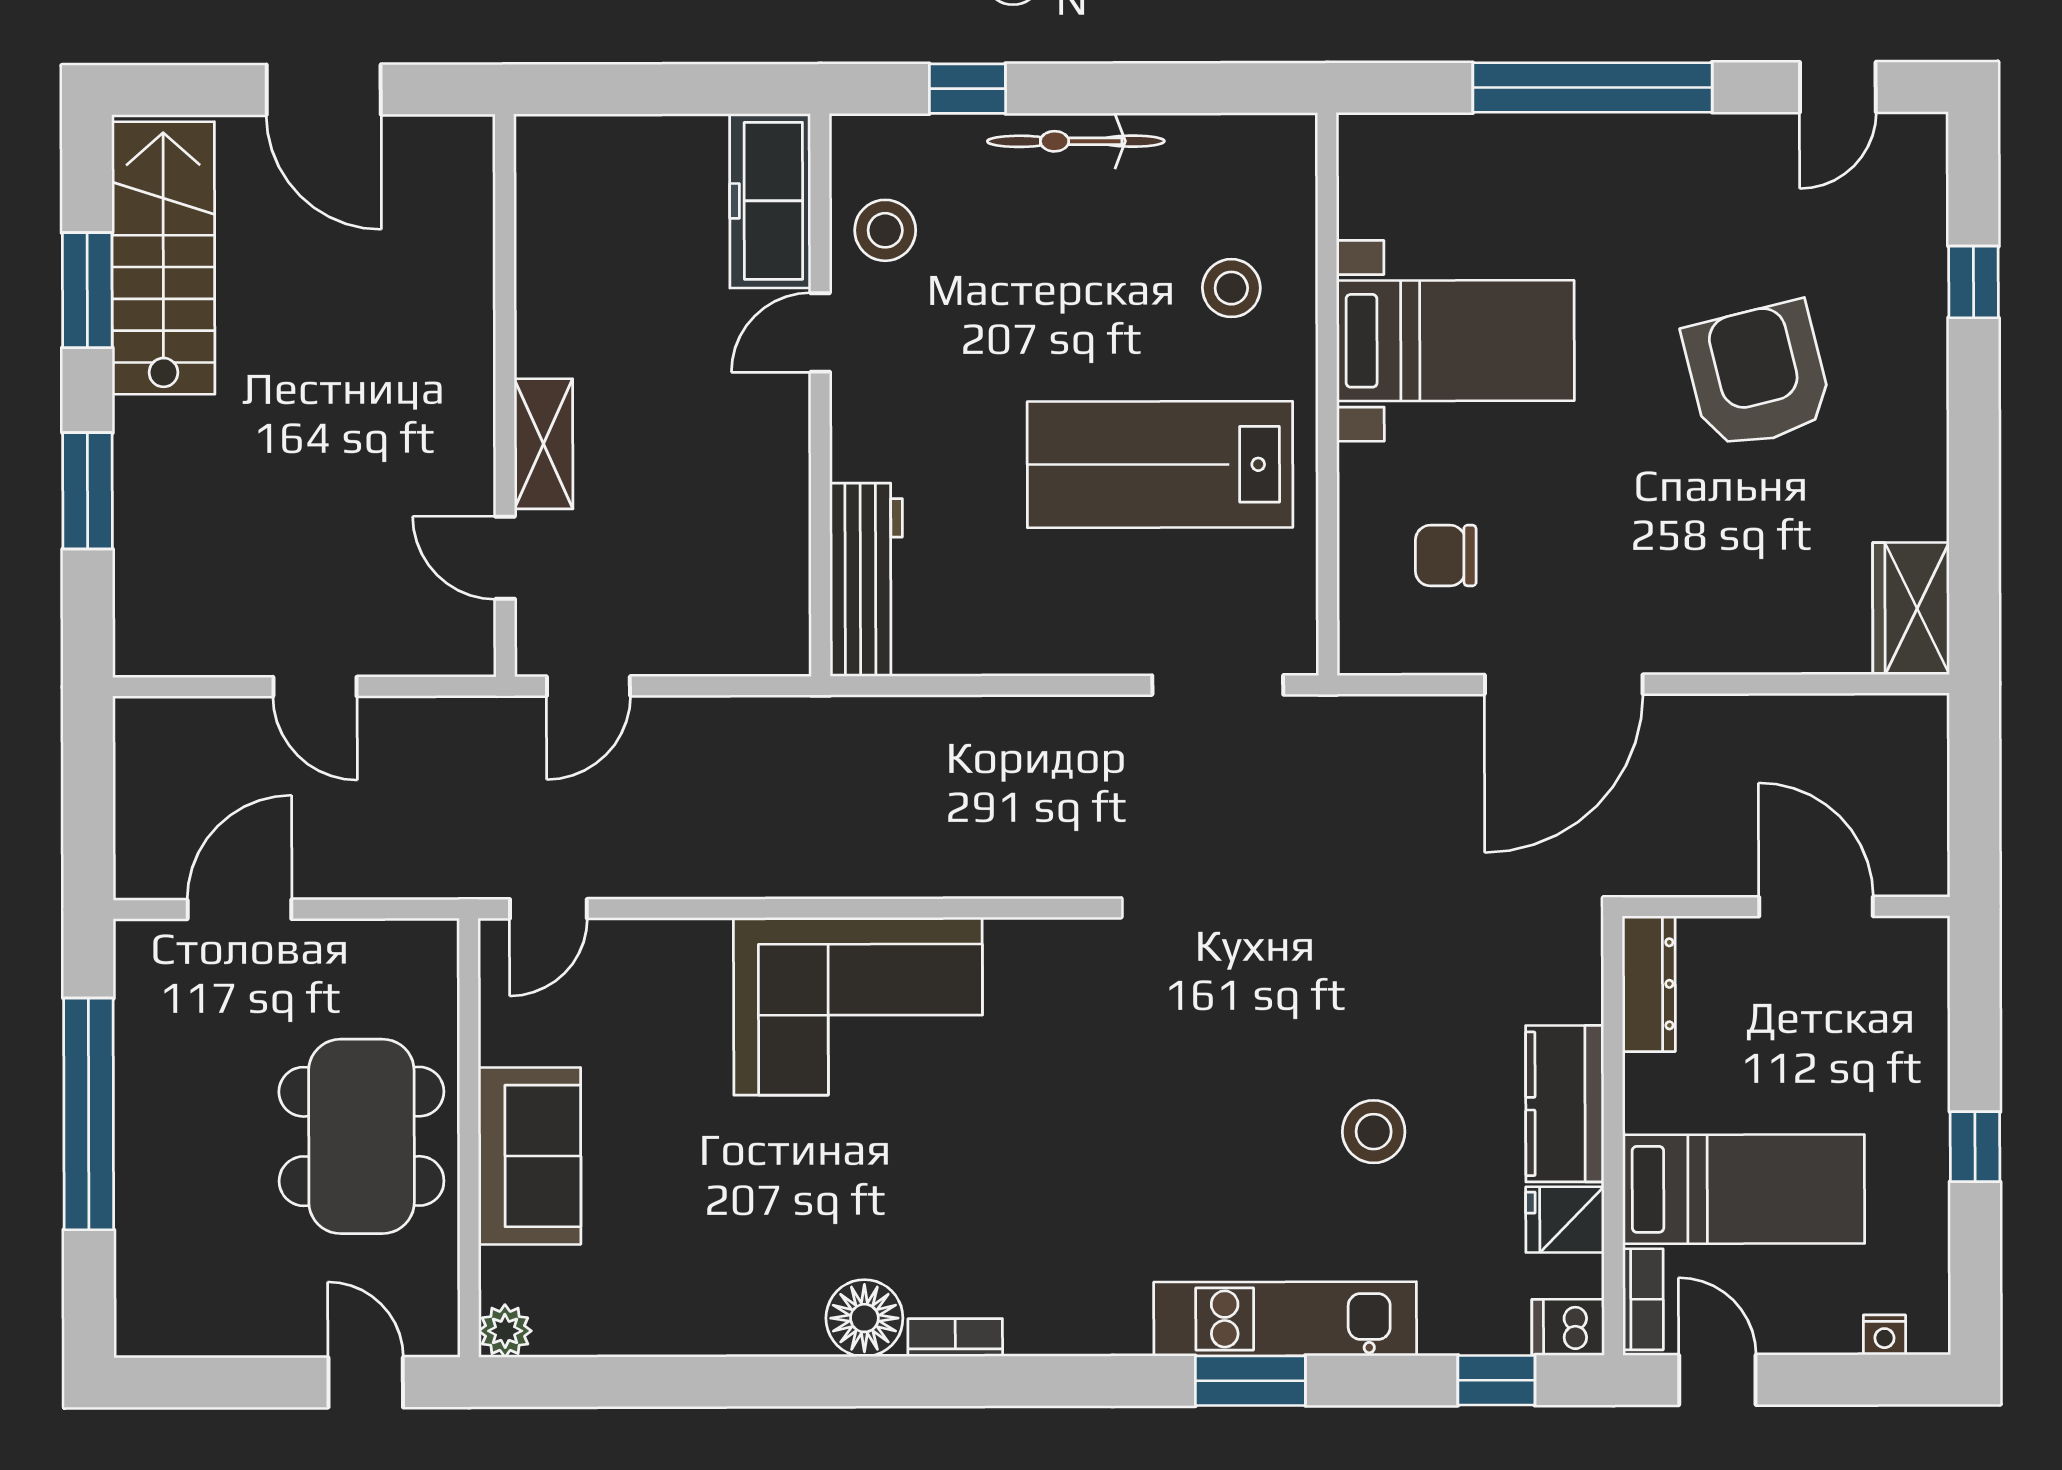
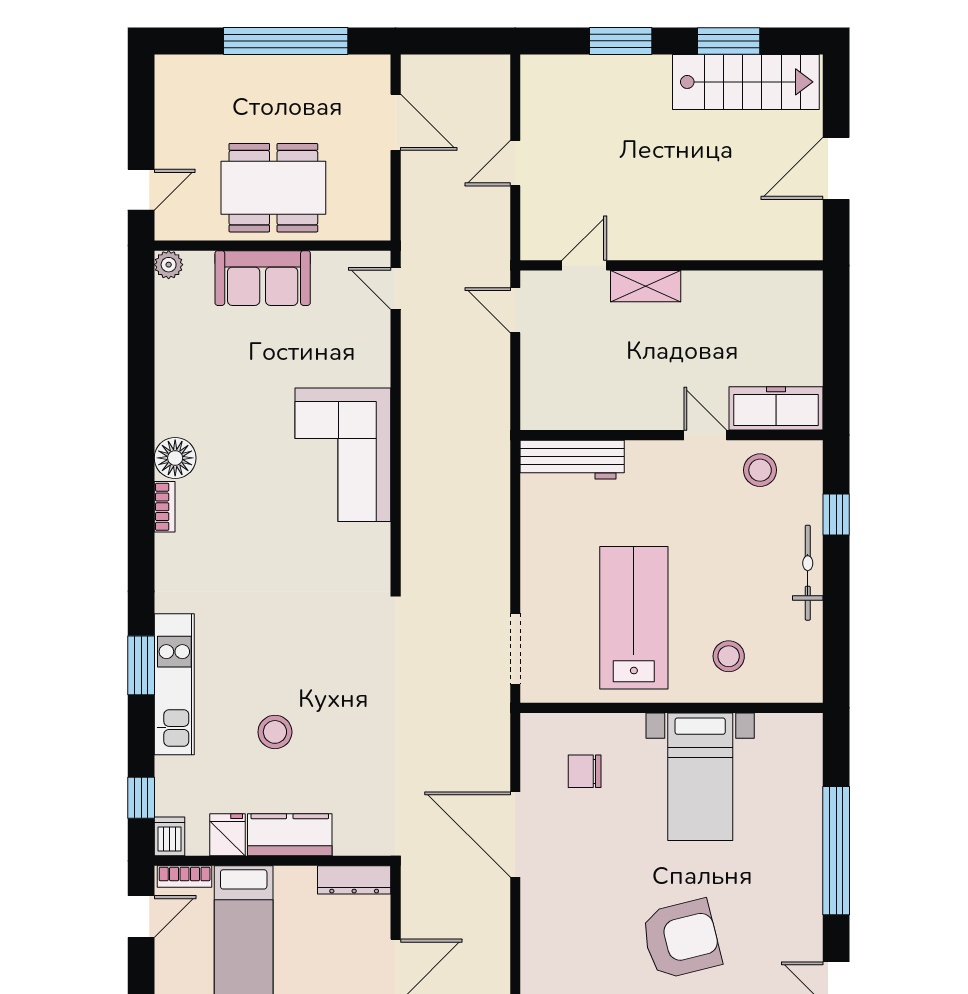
chair: (1446, 556) -> (585, 771), turned -90

